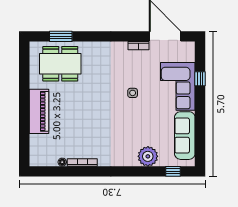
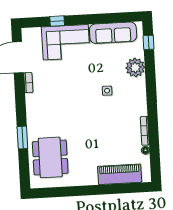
window: (61, 36) -> (22, 138), moved
side table: (133, 93) -> (107, 91), moved
piano: (39, 111) -> (120, 174), moved

